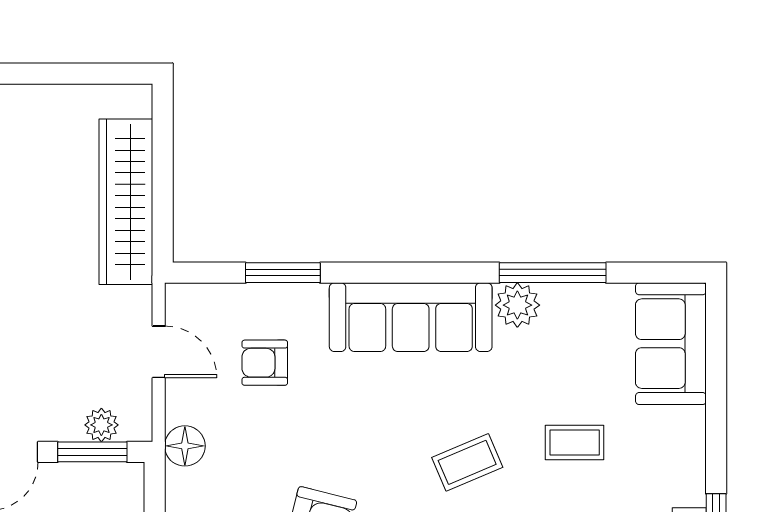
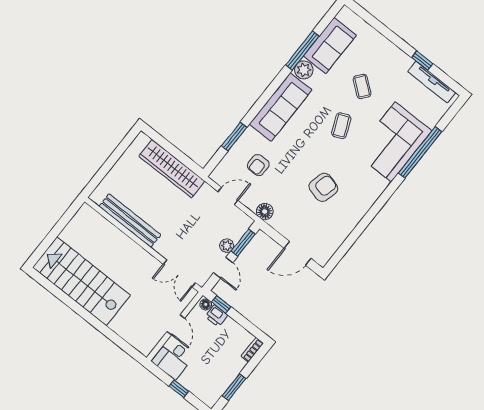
sofa: (671, 344) -> (330, 46), moved, turned -90
plant: (101, 425) -> (227, 246), moved
coffee table: (575, 443) -> (362, 86), turned -52

